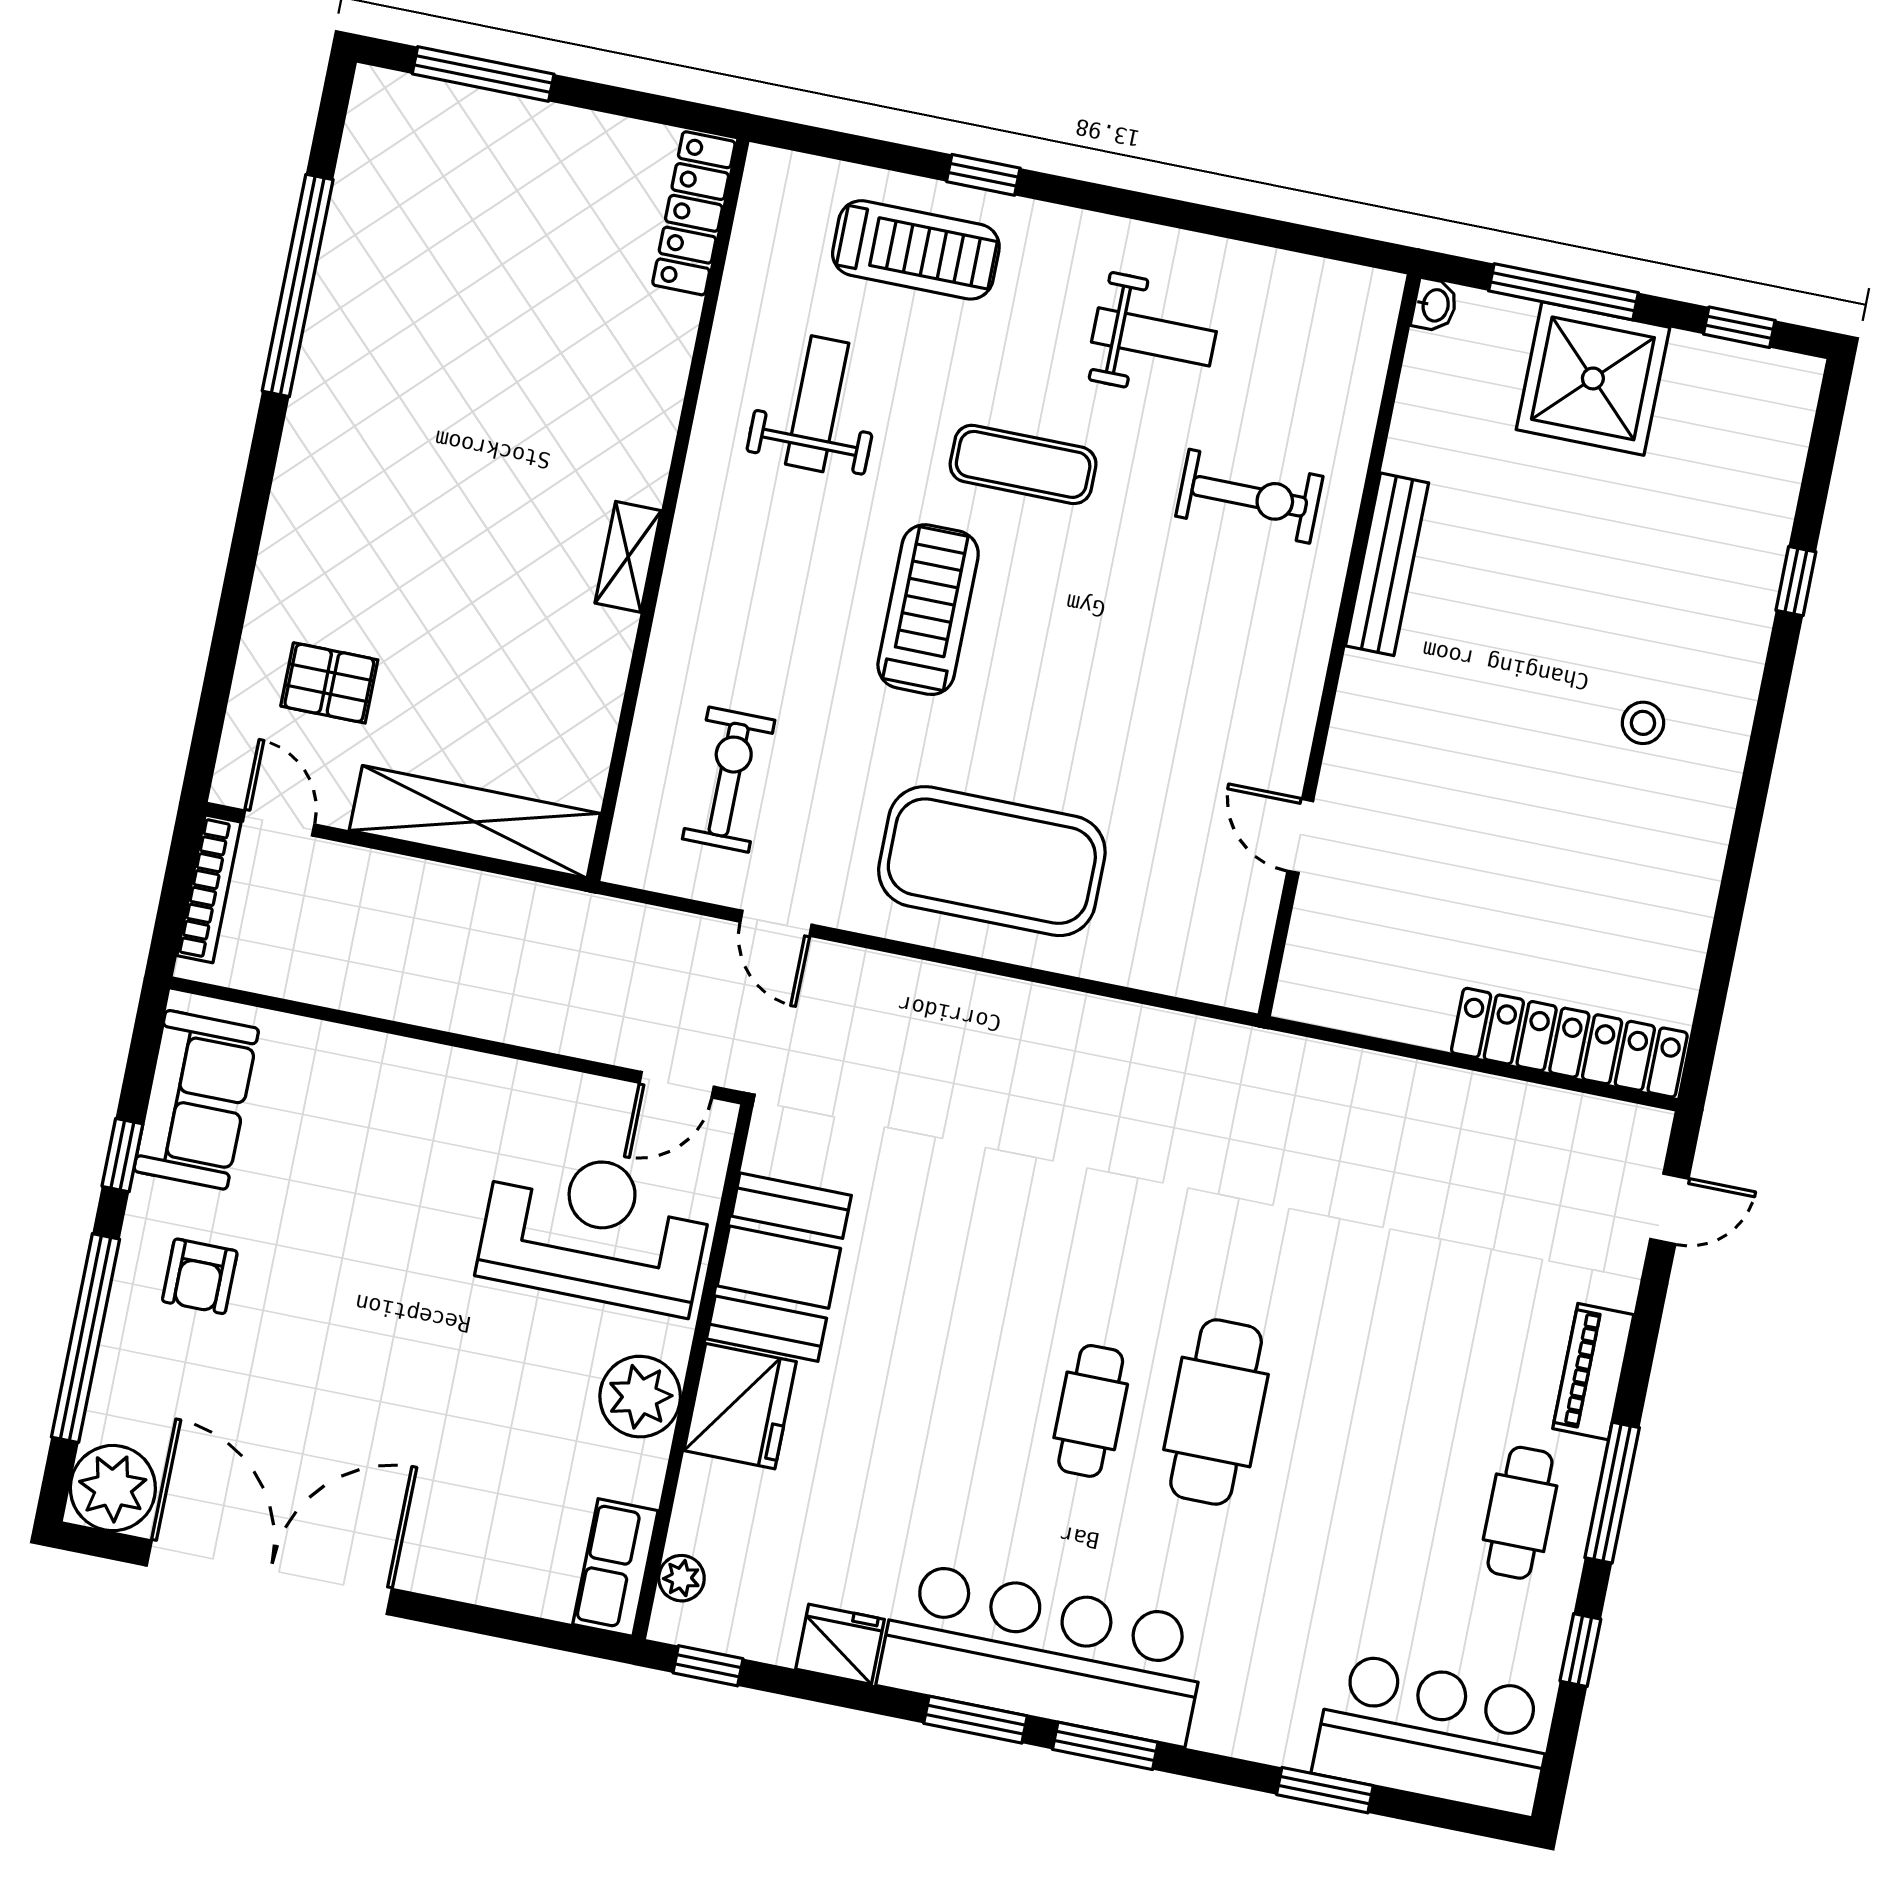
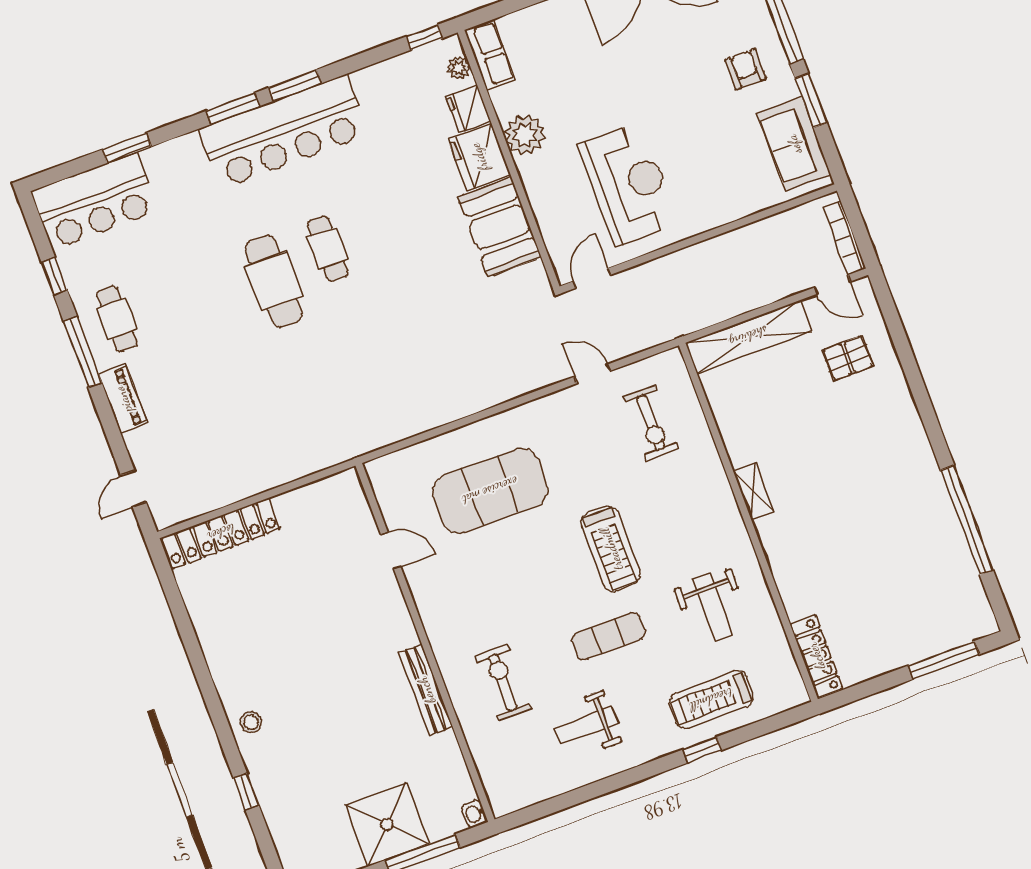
exercise bike: (1249, 496) -> (503, 683), turned 90
stool: (1643, 723) -> (251, 722), moved
exercise mat: (992, 861) -> (490, 491), moved
window: (122, 1155) -> (811, 101), width x1.50
reception desk: (595, 1230) -> (628, 184), moved, turned -90
fridge: (840, 1644) -> (468, 109), moved, turned 90

